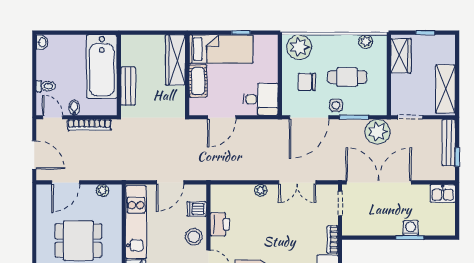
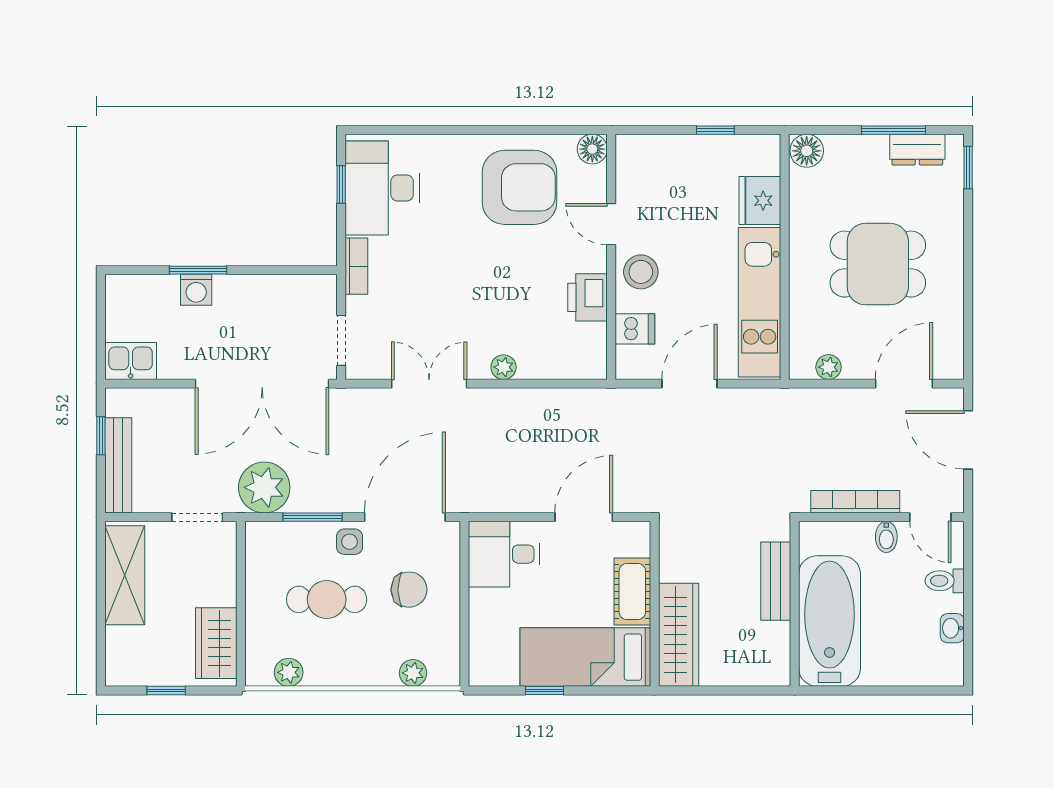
washbasin: (42, 42) -> (952, 628), moved
plant: (299, 47) -> (413, 673), width x0.53, depth x0.53

